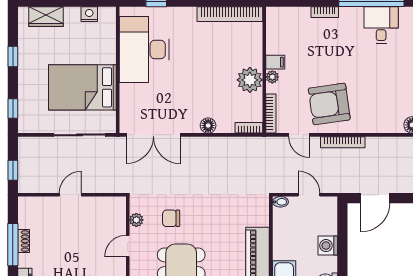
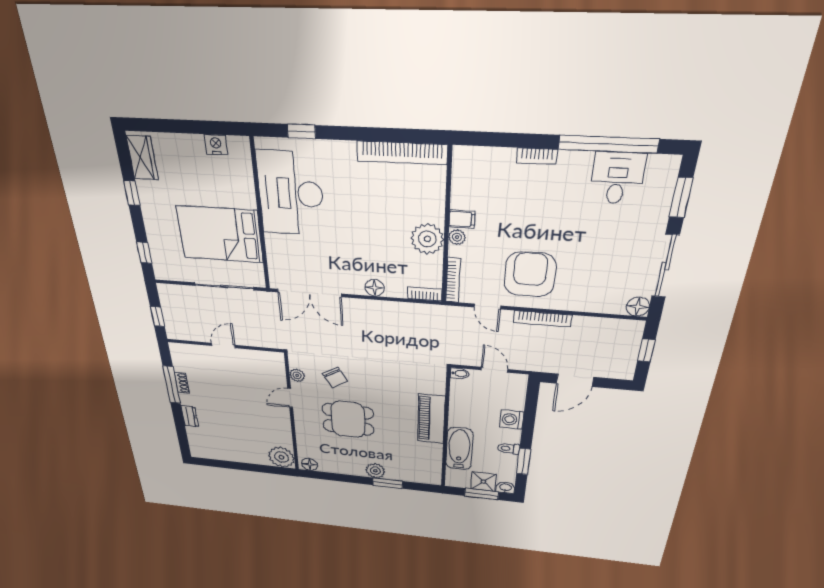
wardrobe: (46, 17) -> (142, 158), moved, turned -90
armchair: (329, 104) -> (530, 274), turned 98
chair: (171, 218) -> (335, 377), turned -120

